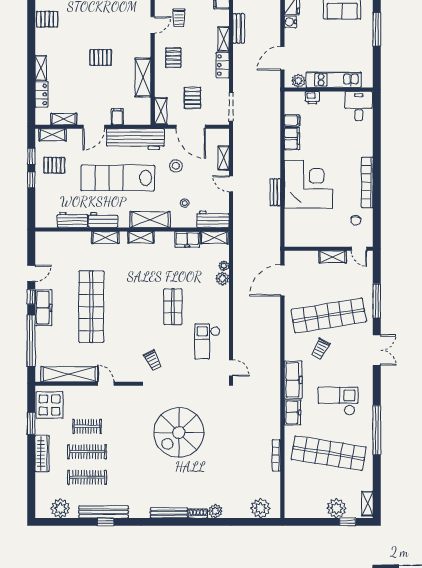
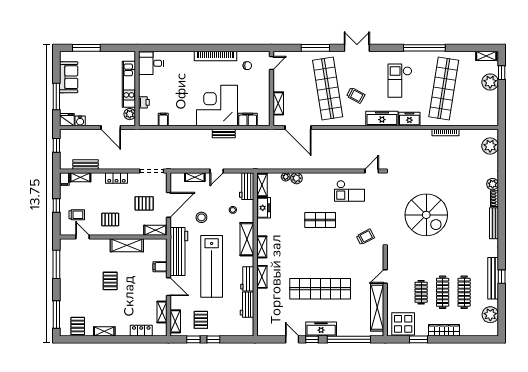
shelving: (224, 39) -> (80, 177), moved
shelving: (41, 68) -> (104, 331), moved
filing cabinet: (292, 139) -> (248, 120), moved
shelving: (333, 257) -> (278, 103), moved

